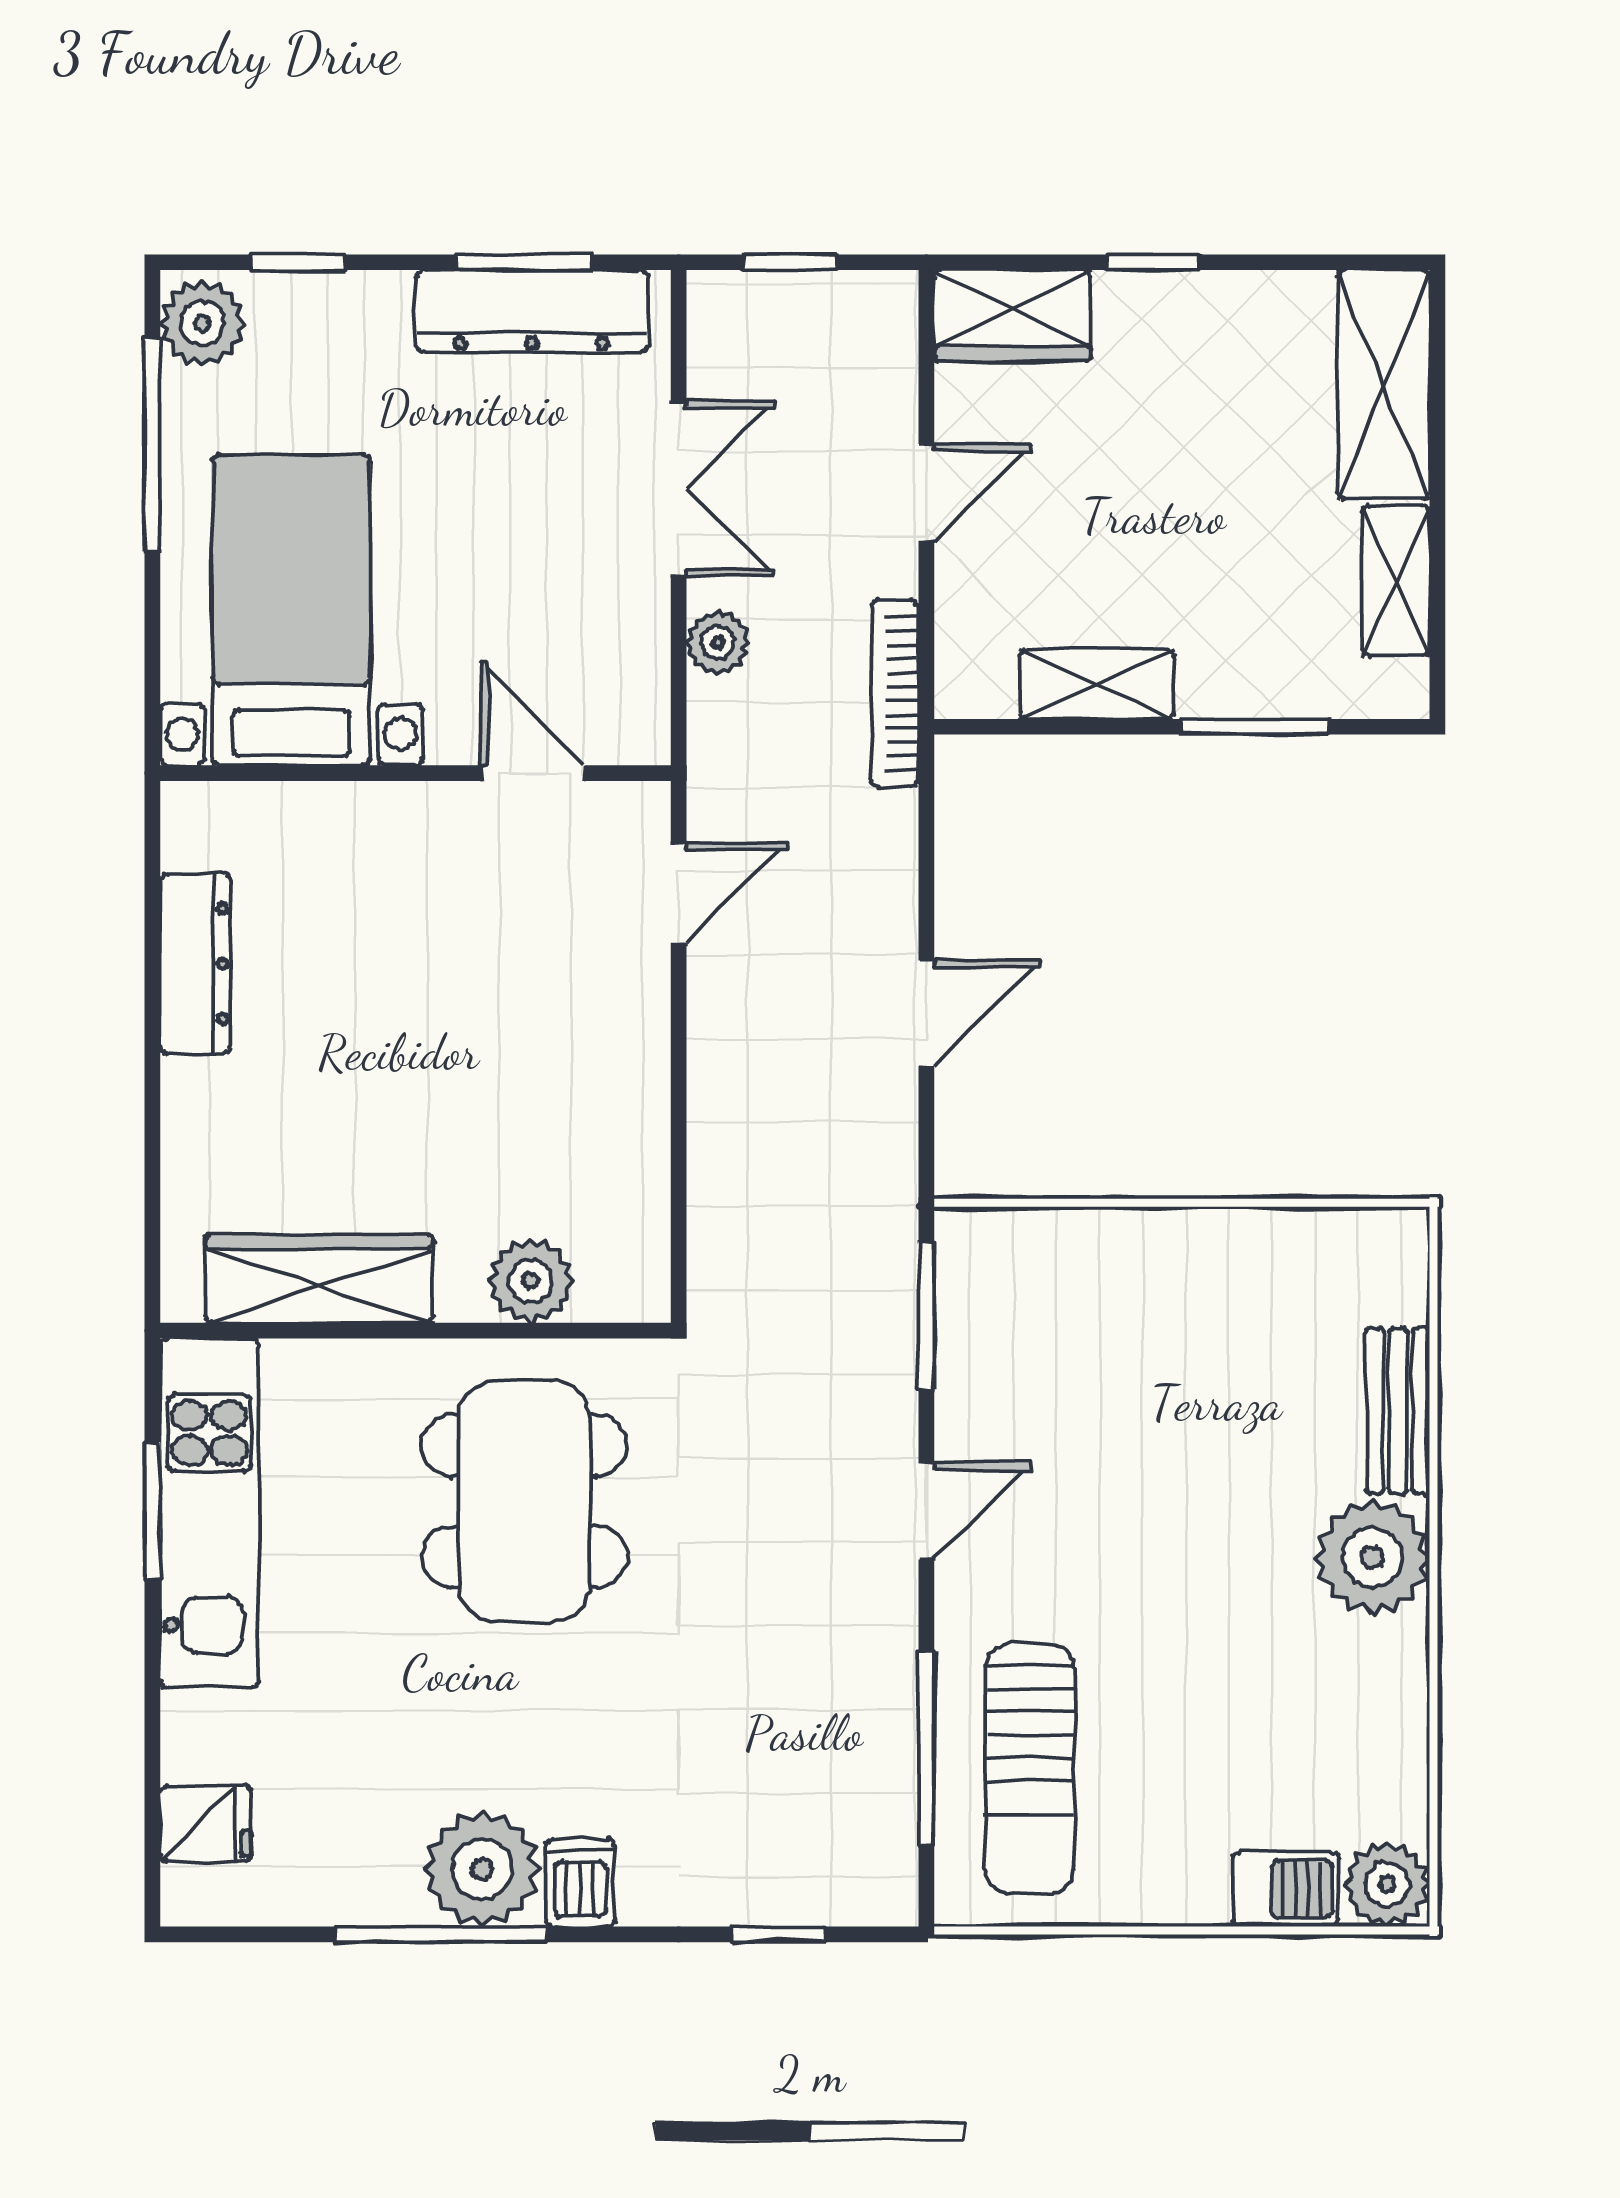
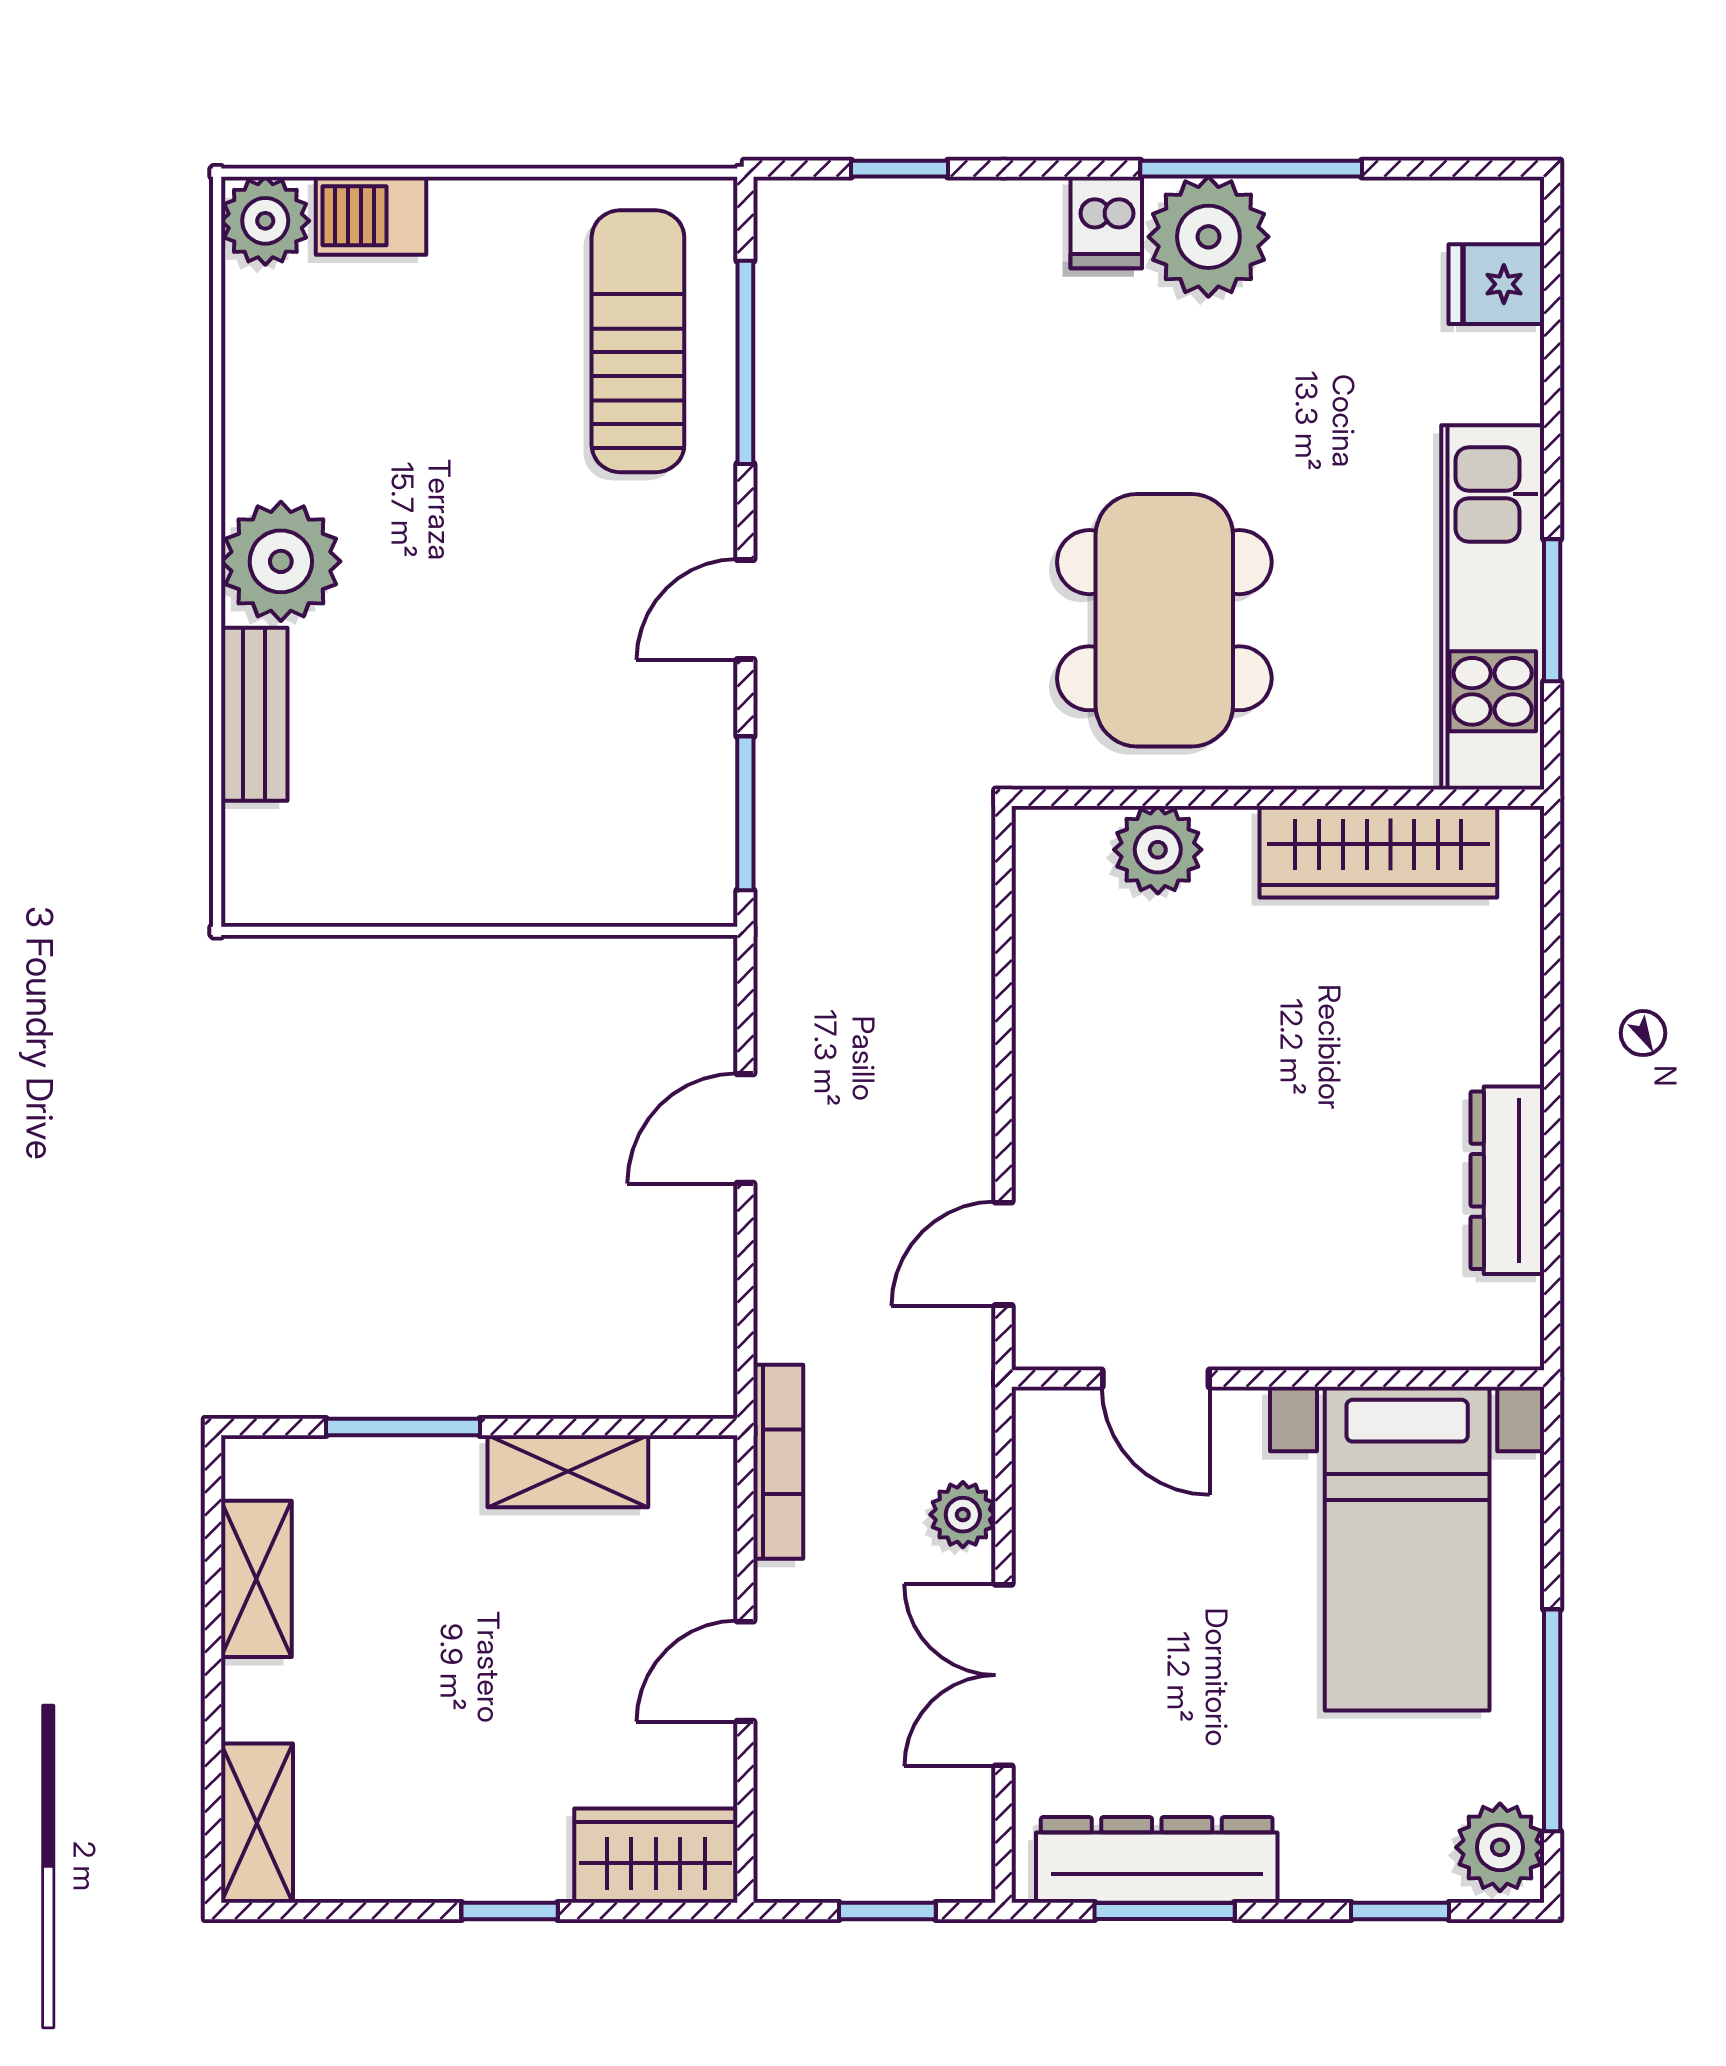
shelving: (1384, 385) -> (257, 1823), width x0.67, depth x0.75

